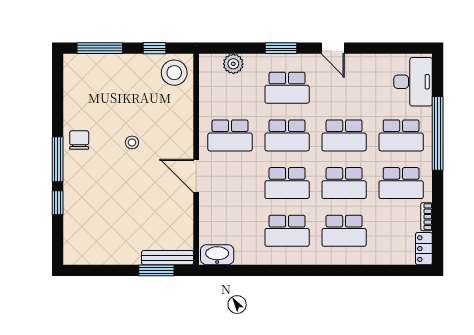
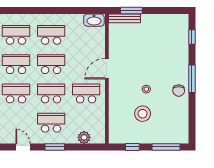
stool: (174, 73) -> (143, 114), moved
door: (196, 176) -> (107, 69), swing flipped
window: (58, 203) -> (192, 37), moved

